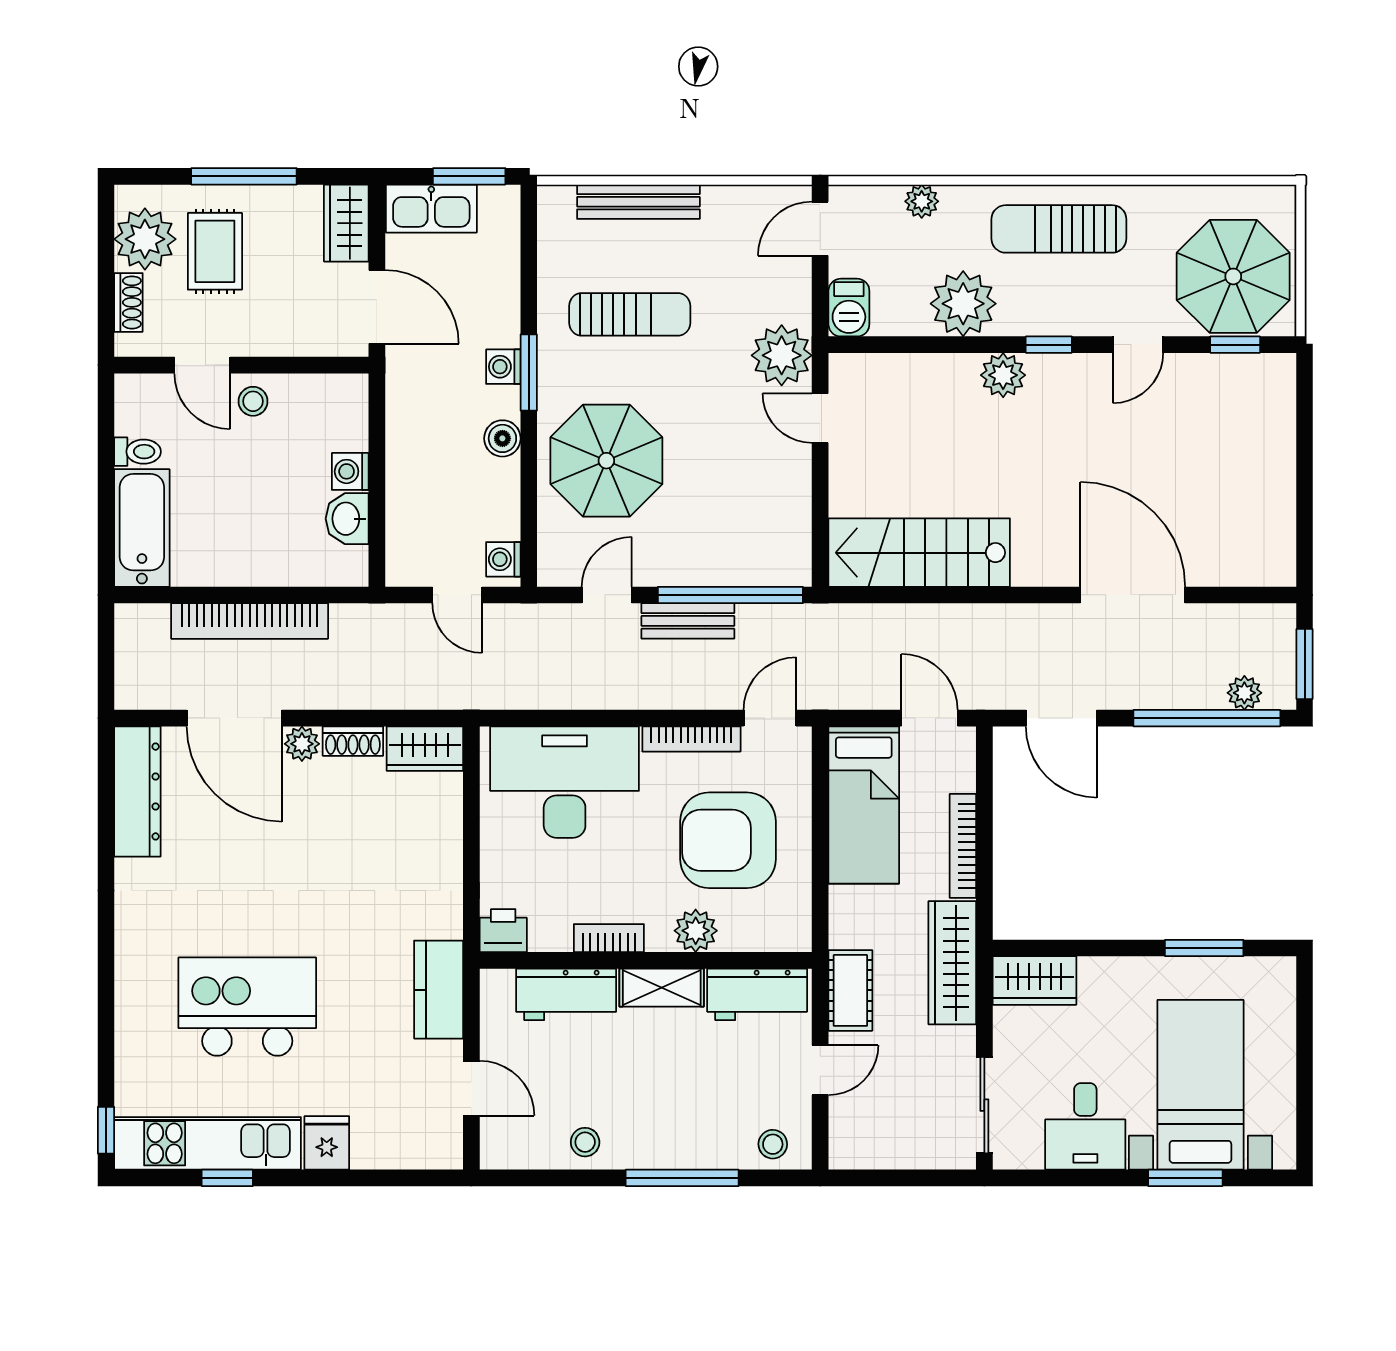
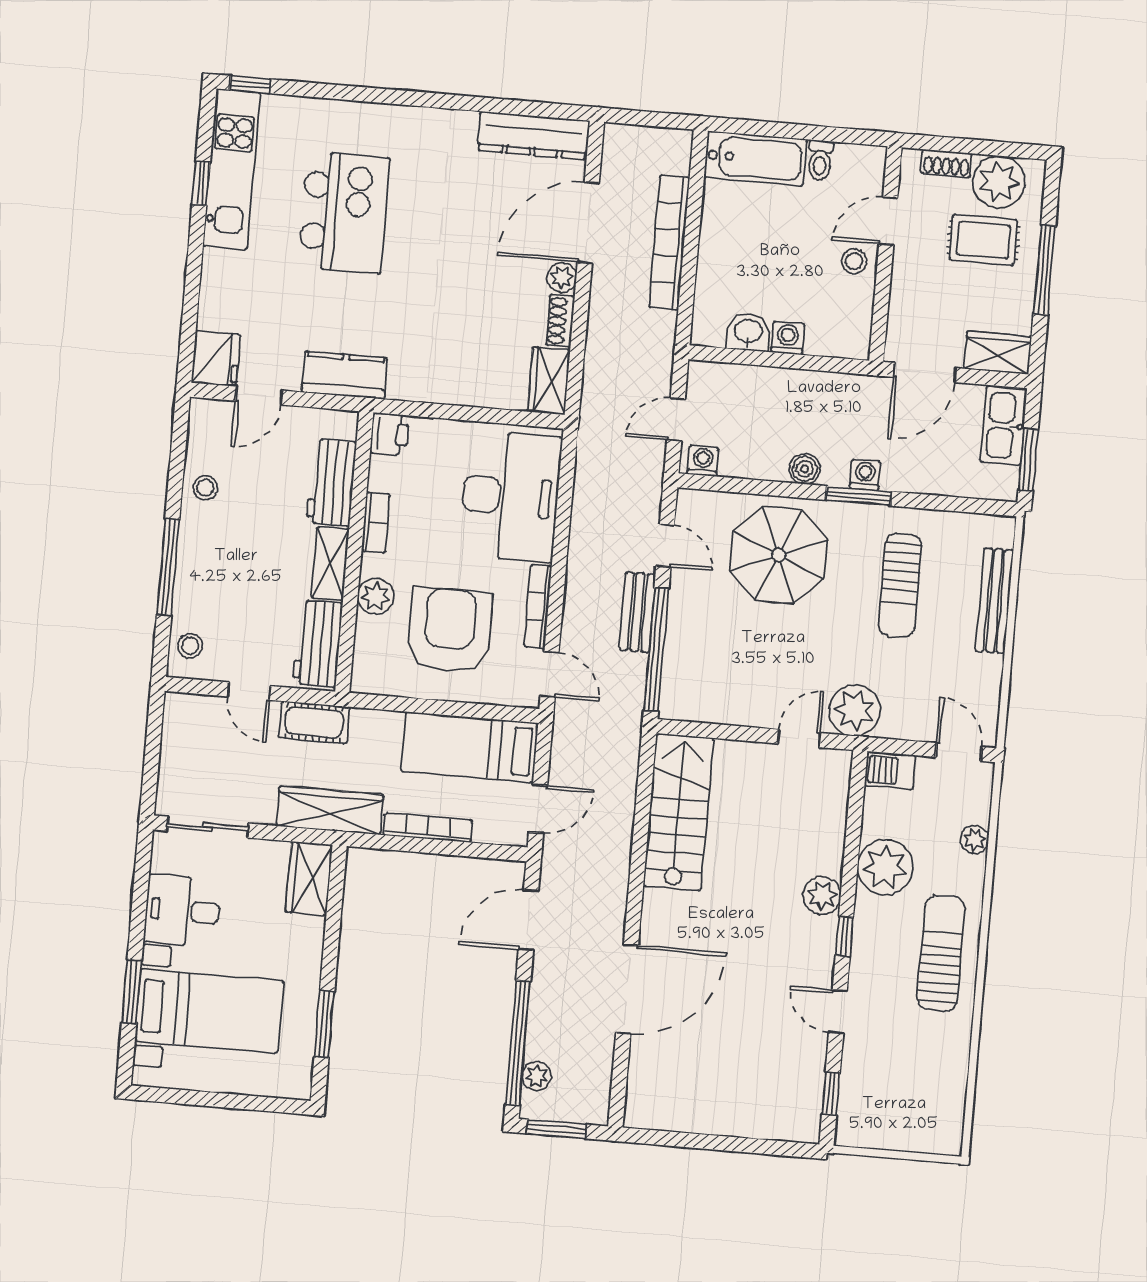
parasol: (1233, 276) -> (889, 1097), removed
fridge: (327, 1143) -> (216, 359), moved, width x1.38

